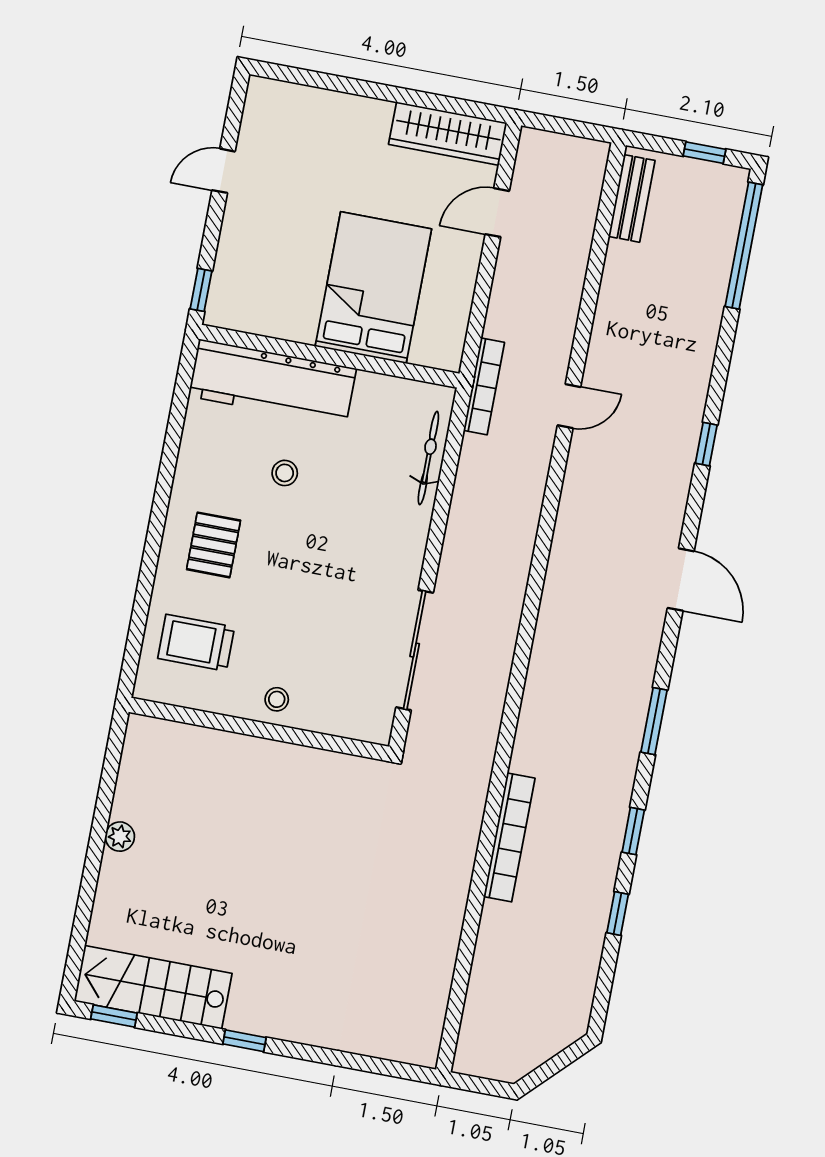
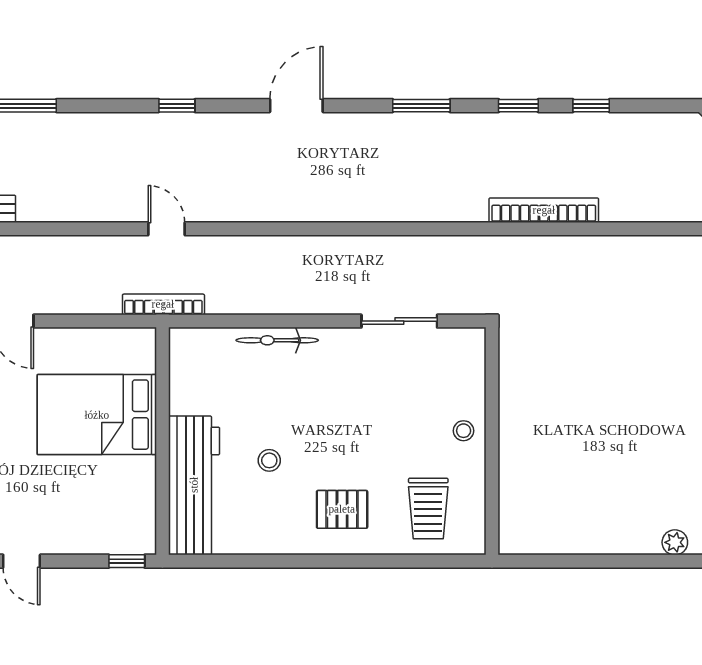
bicycle: (428, 458) -> (277, 340), moved
sliding door: (415, 650) -> (399, 321), width x0.73
plant: (120, 837) -> (675, 542), moved

